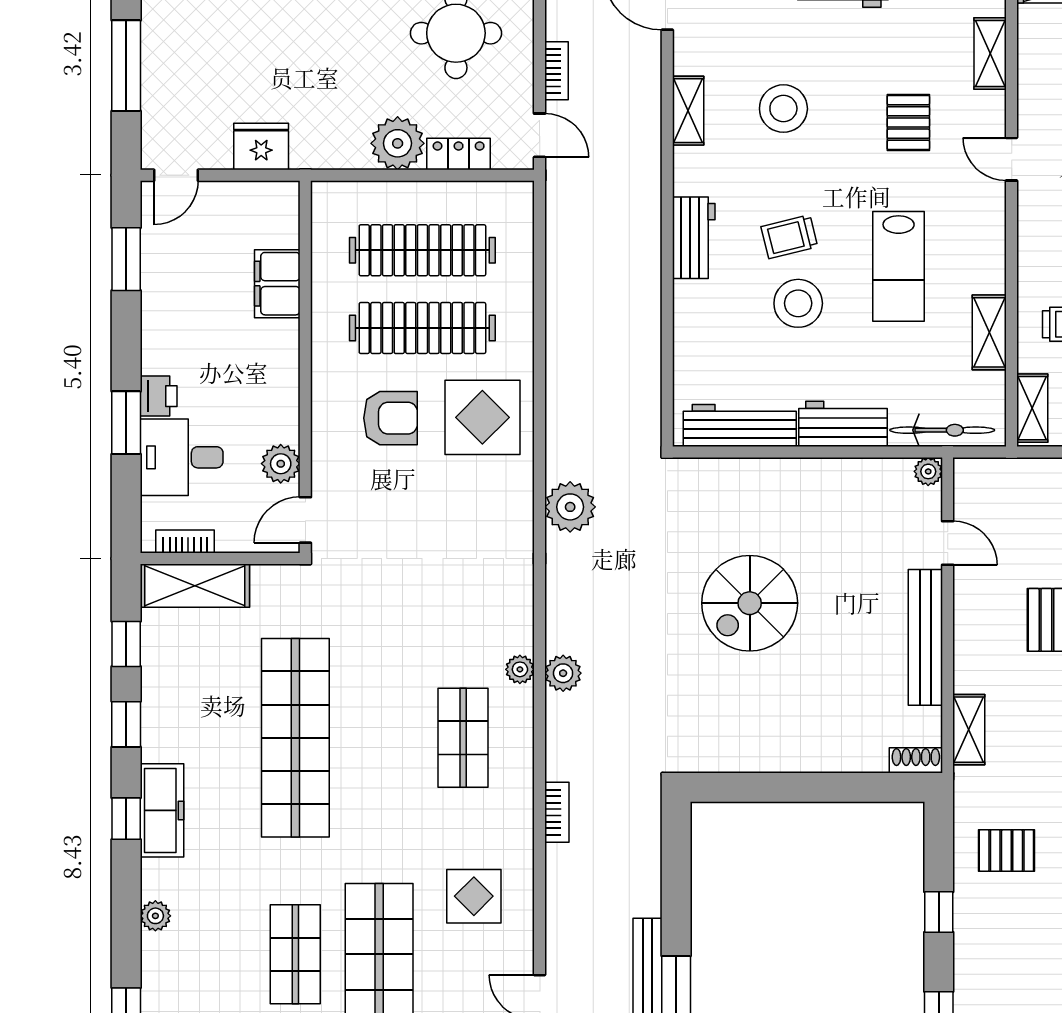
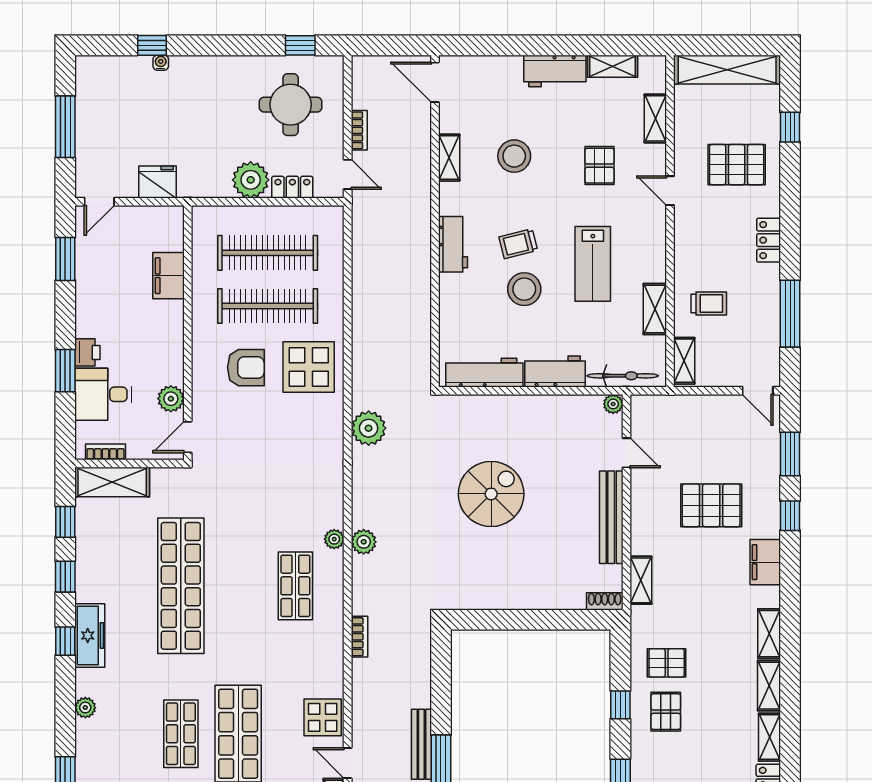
spiral stairs: (750, 603) -> (491, 494), turned 180
display table: (474, 896) -> (323, 717), moved
pallet: (1005, 922) -> (666, 712), added

